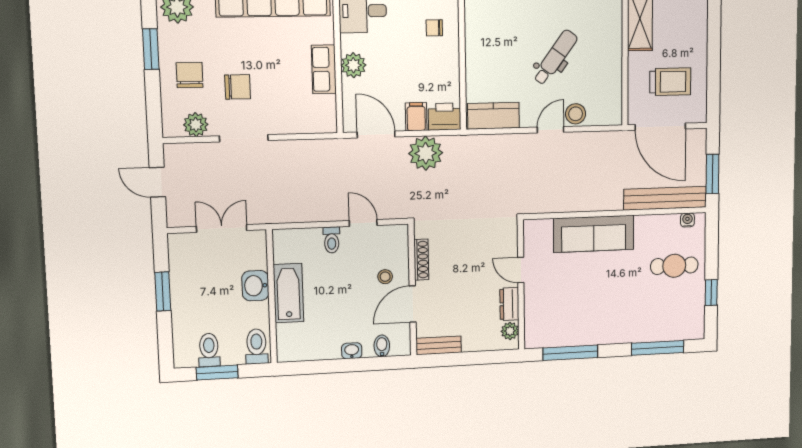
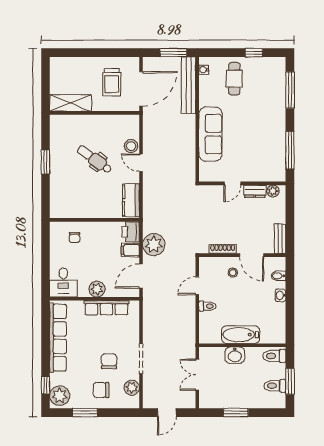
row of seats: (324, 69) -> (106, 308), width x1.48
trolley: (670, 82) -> (112, 82), turned 180

